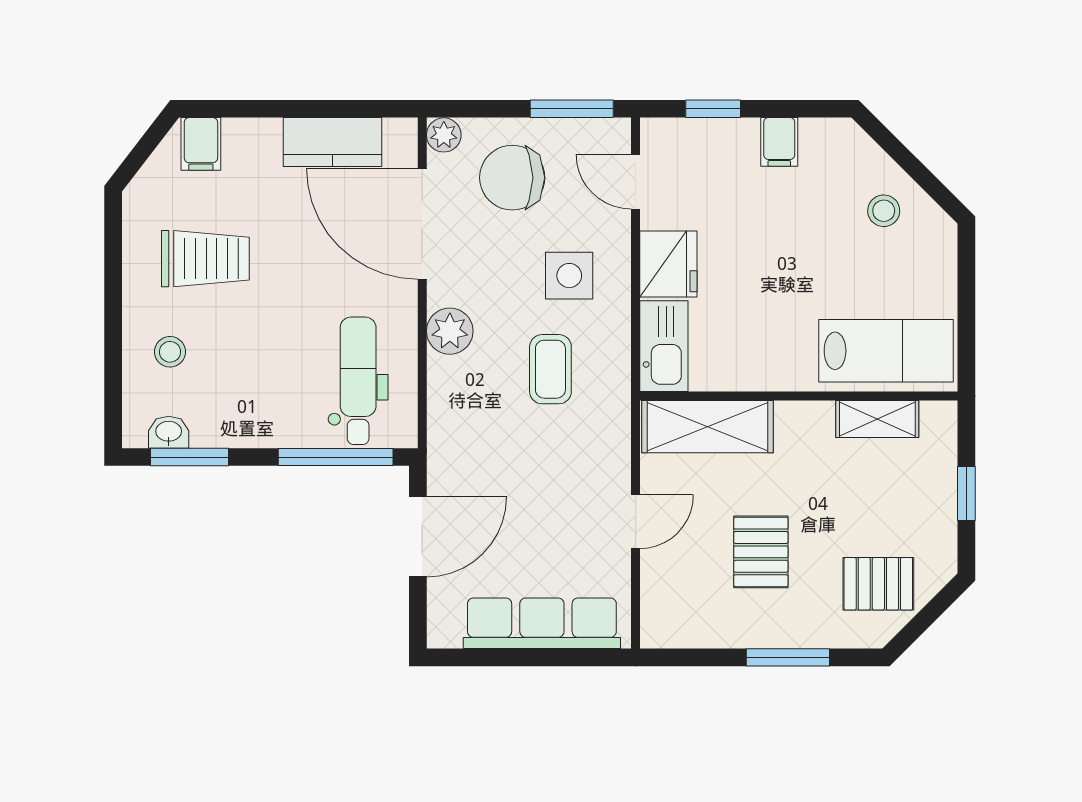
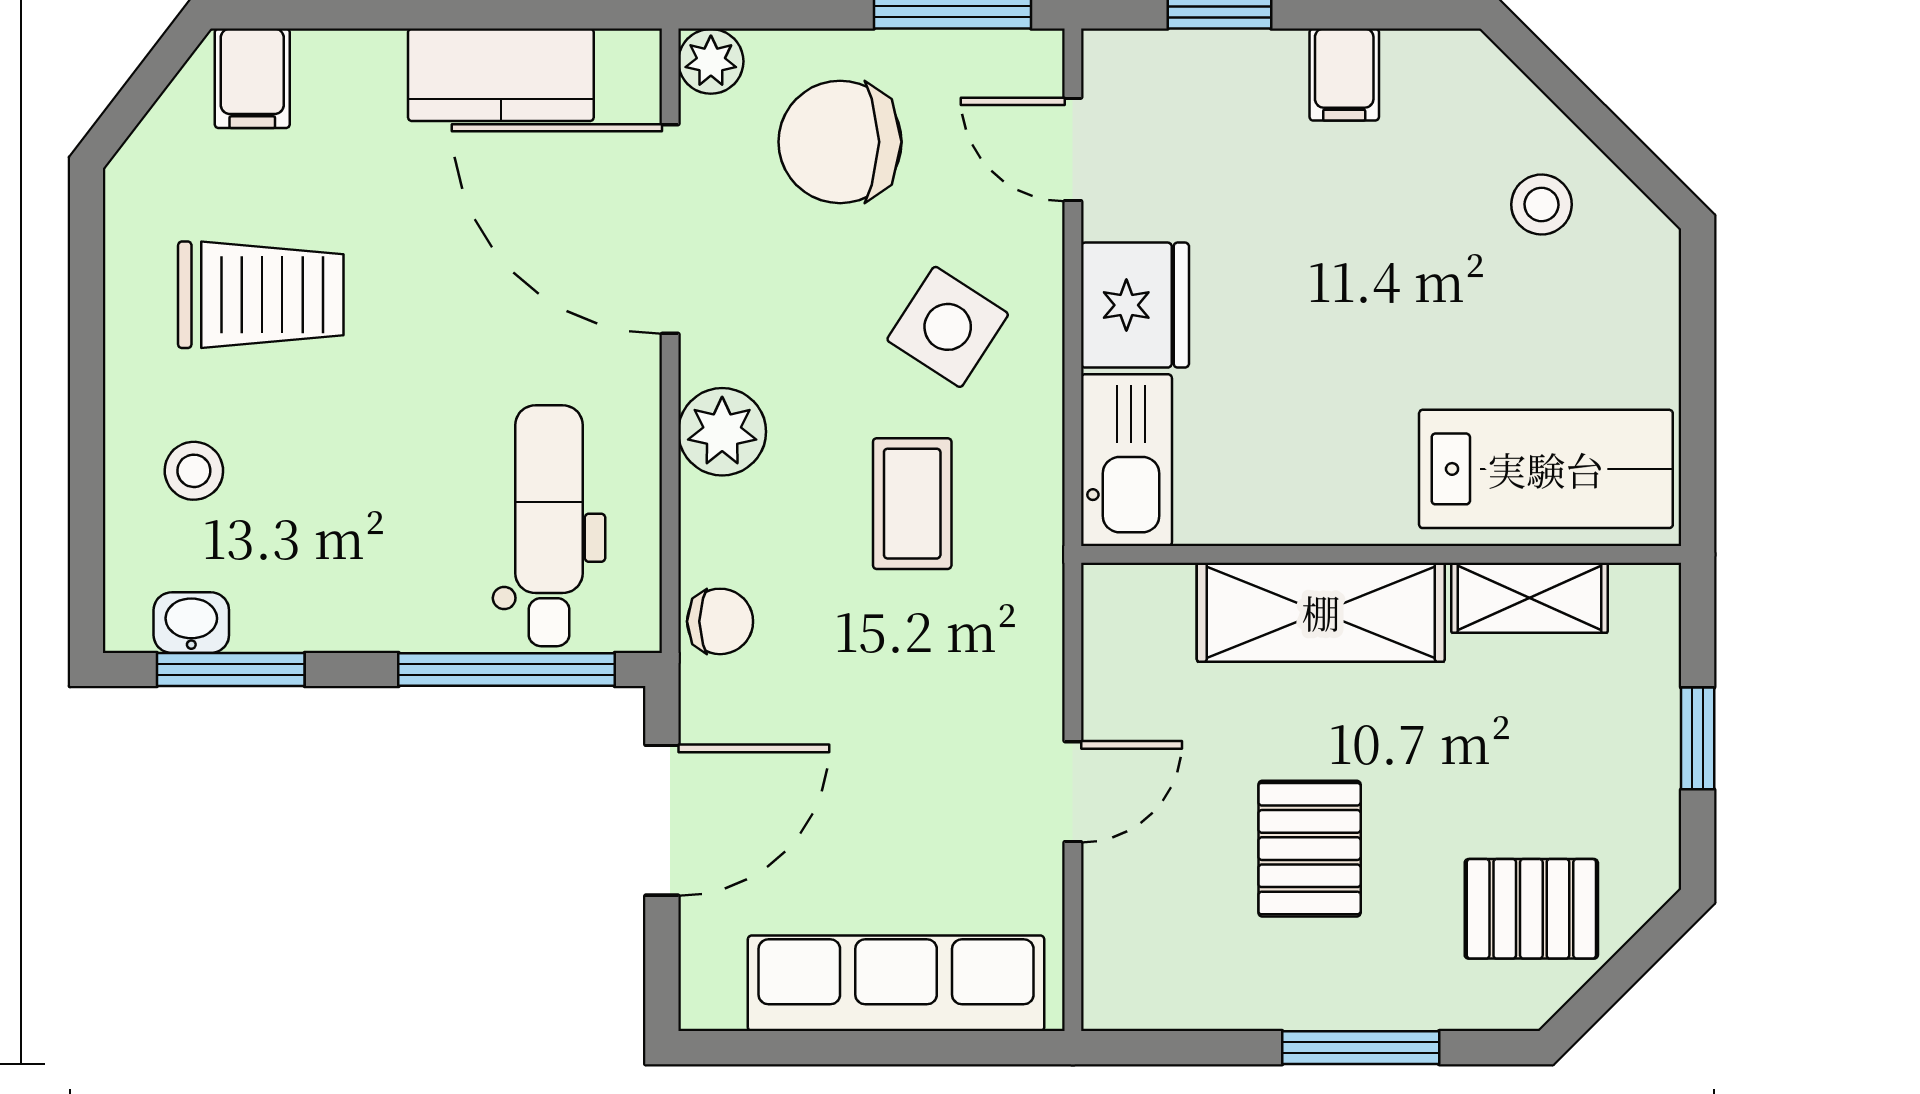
side table: (569, 276) -> (948, 327), turned 33
shelving: (707, 427) -> (1321, 612), moved
chair: (449, 432) -> (720, 621), added

